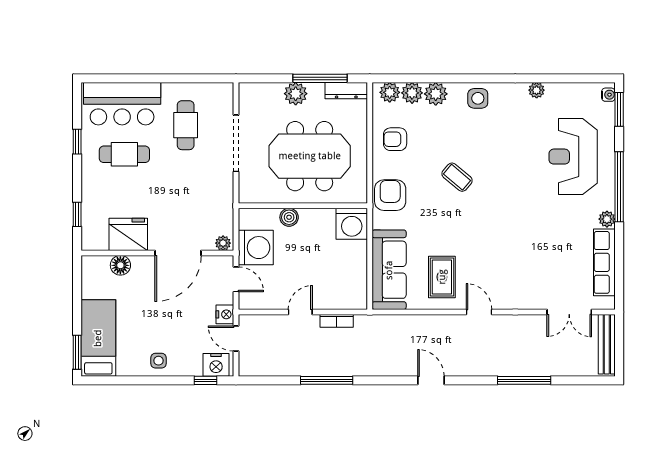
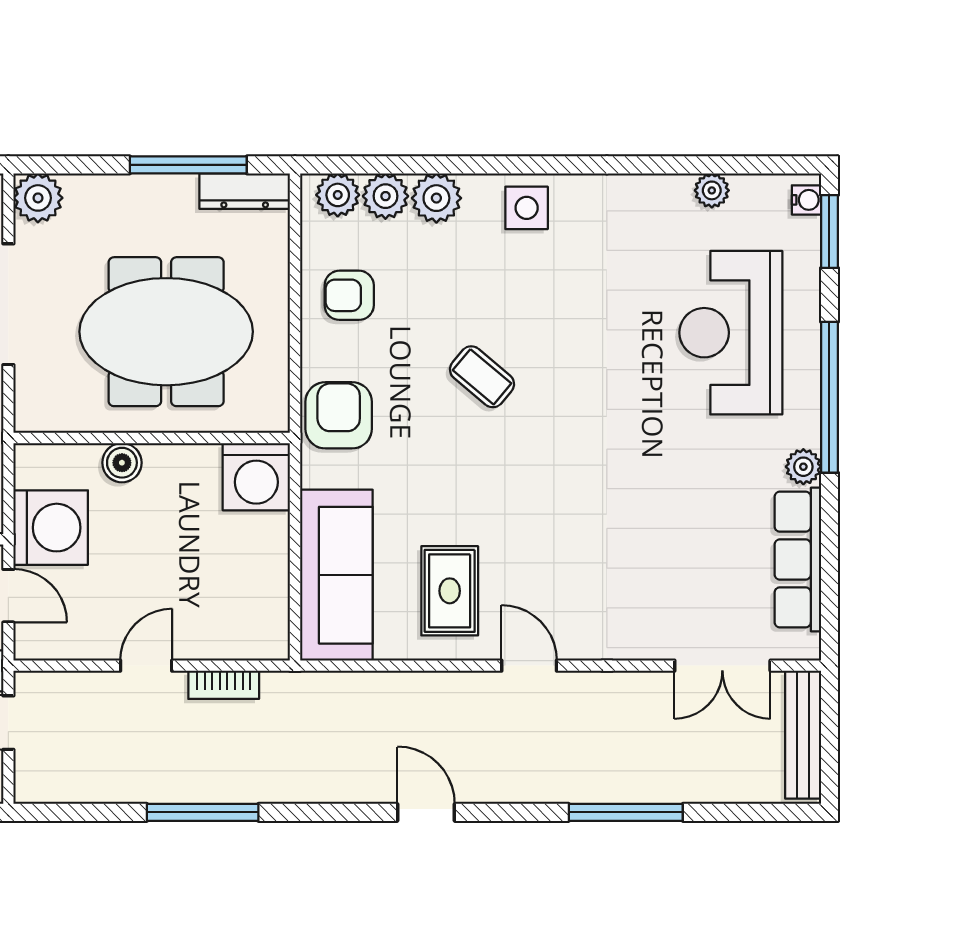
plant: (537, 90) -> (712, 190), moved
plant: (296, 94) -> (38, 198), moved

